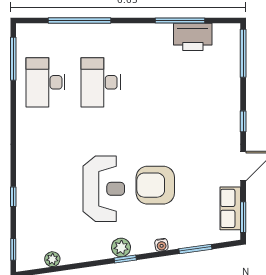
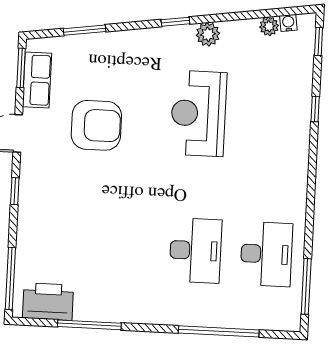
printer: (193, 37) -> (48, 302), moved
armchair: (155, 185) -> (96, 125), moved
water cooler: (161, 245) -> (288, 23), moved
plant: (121, 247) -> (208, 34), moved

